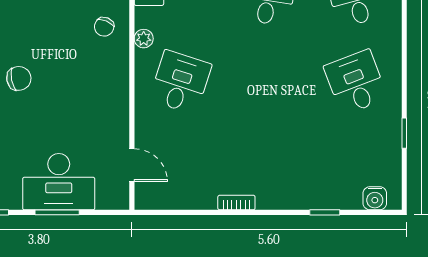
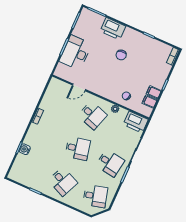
desk: (268, 82) -> (78, 148), added
desk: (356, 82) -> (63, 182), turned 45
door: (132, 165) -> (79, 87), moved
water cooler: (375, 198) -> (25, 149), moved

